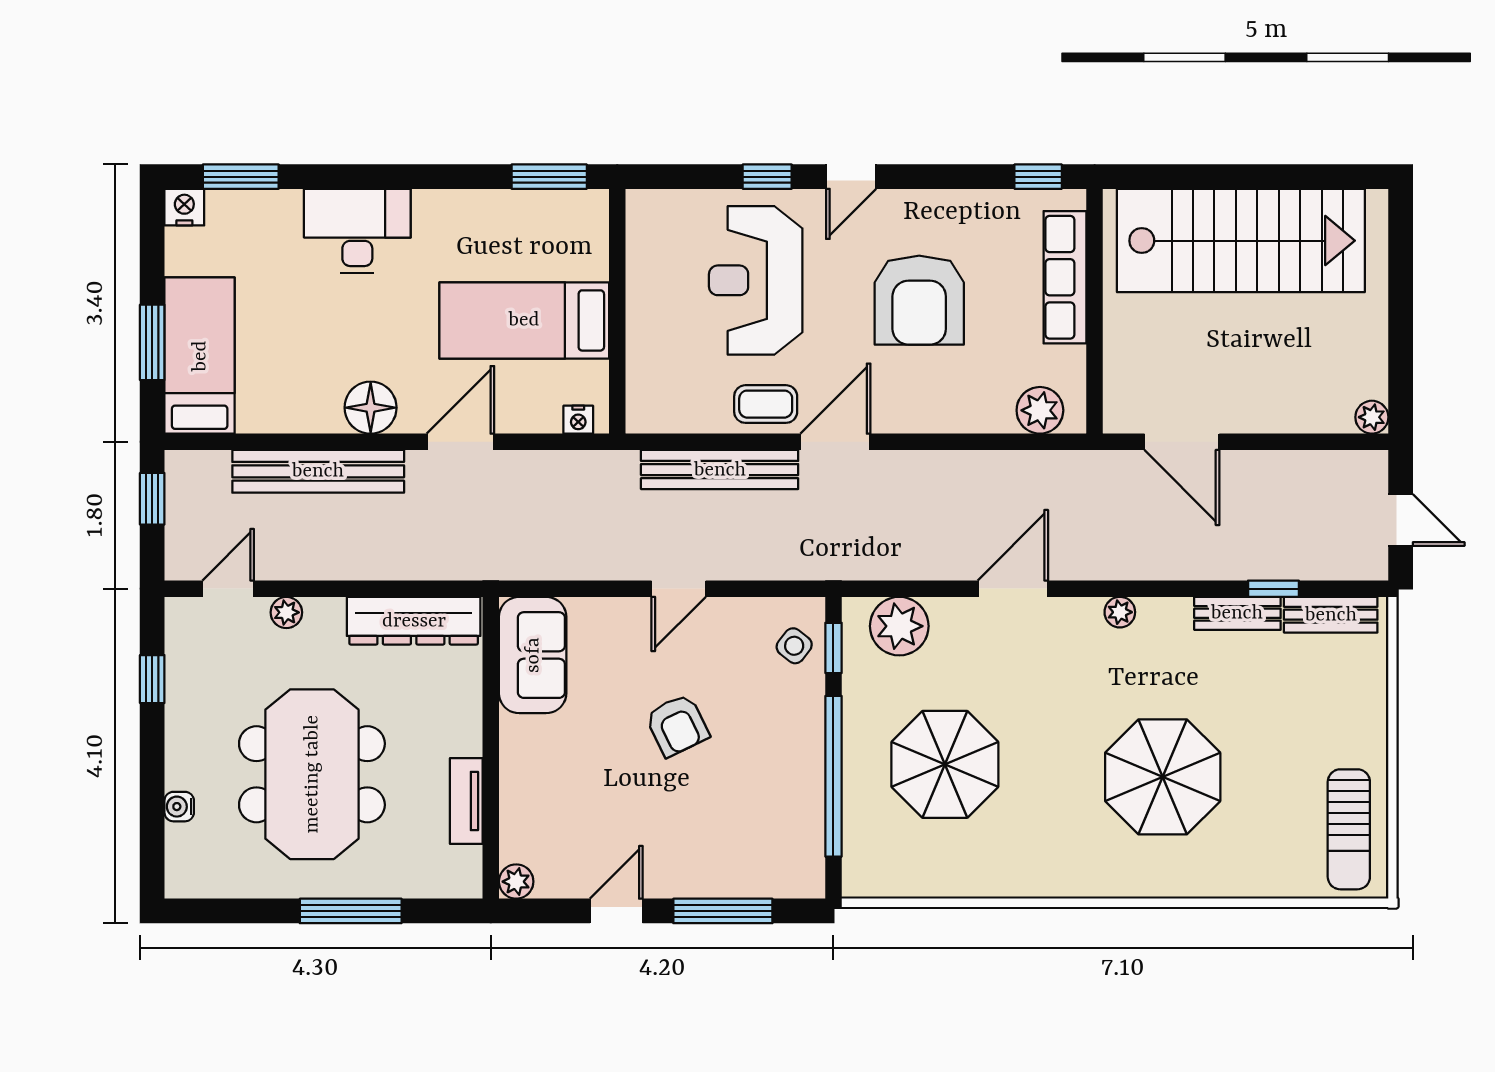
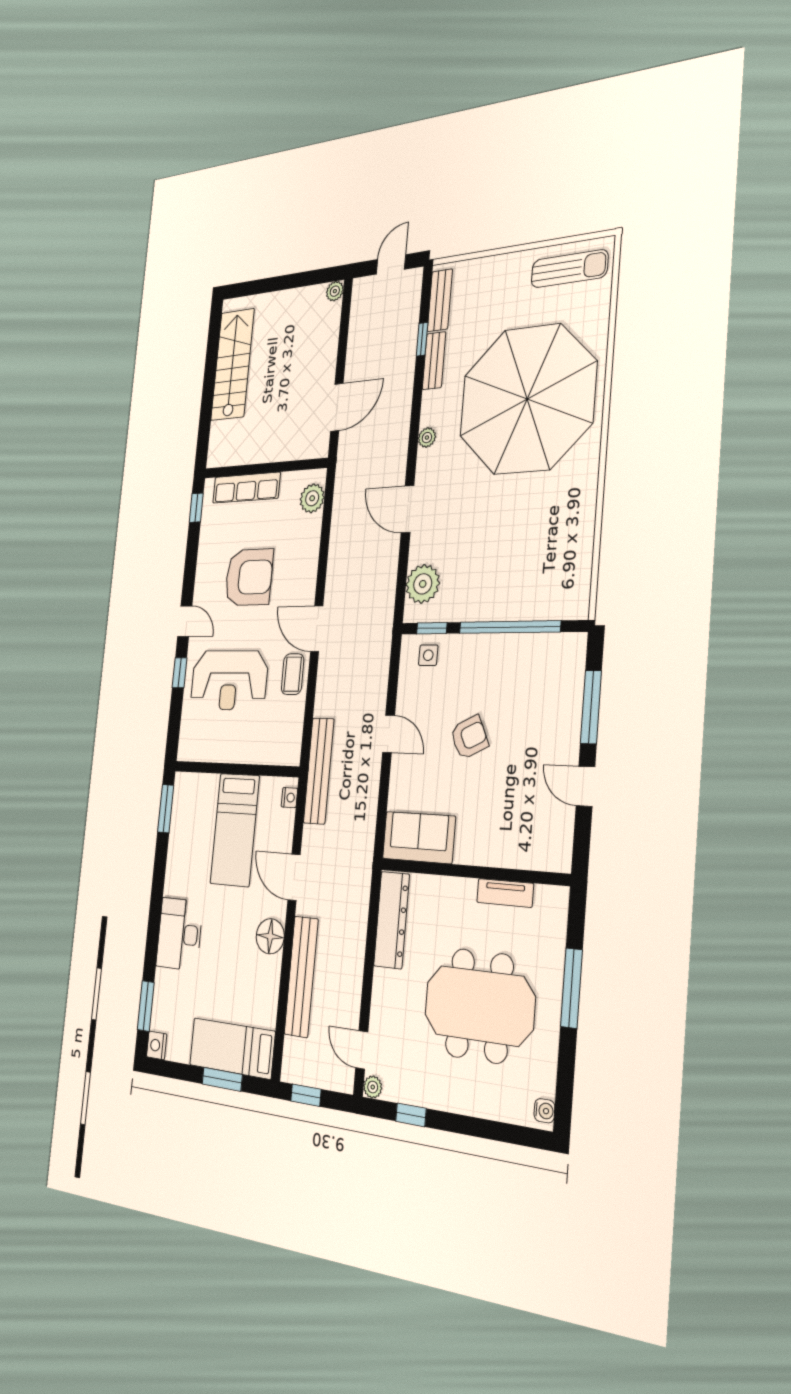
stairs: (1241, 241) -> (233, 365), width x0.73, depth x0.66
bench: (720, 470) -> (319, 771), moved
plant: (286, 612) -> (373, 1087), moved
side table: (794, 646) -> (428, 655), turned -38
parasol: (945, 764) -> (508, 549), removed
parasol: (1163, 777) -> (527, 399), width x1.86, depth x1.86
water cooler: (179, 807) -> (544, 1111), moved, turned -90
plant: (516, 882) -> (560, 860), removed

